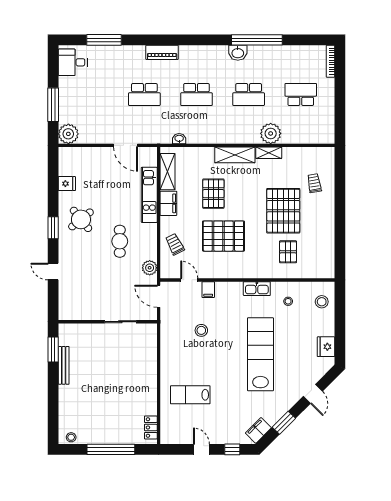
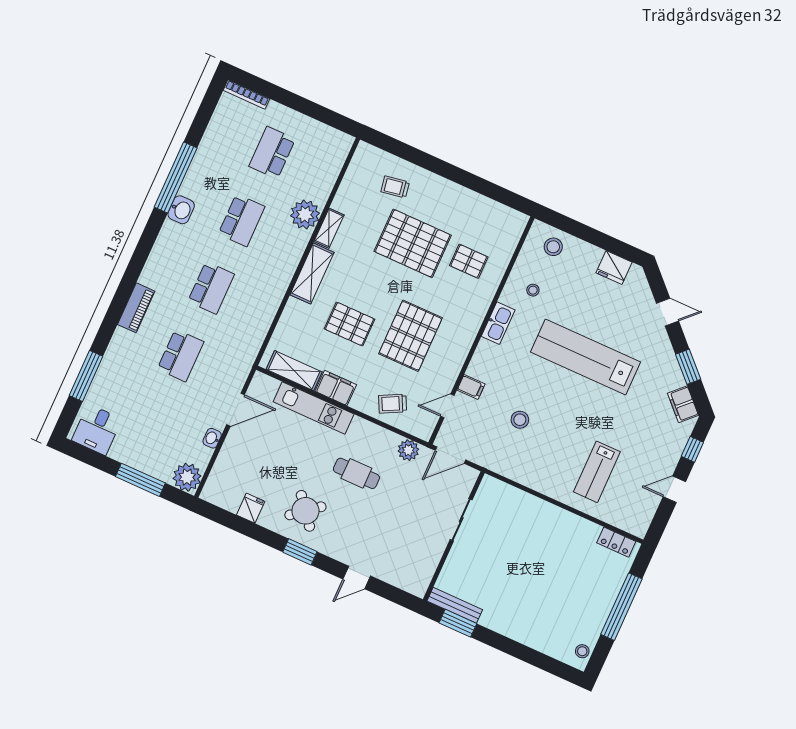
washbasin: (179, 139) -> (212, 438), moved
bench: (64, 365) -> (455, 605), moved

